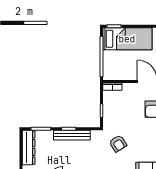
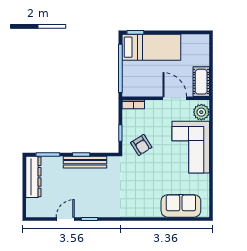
armchair: (118, 143) -> (141, 145), moved

